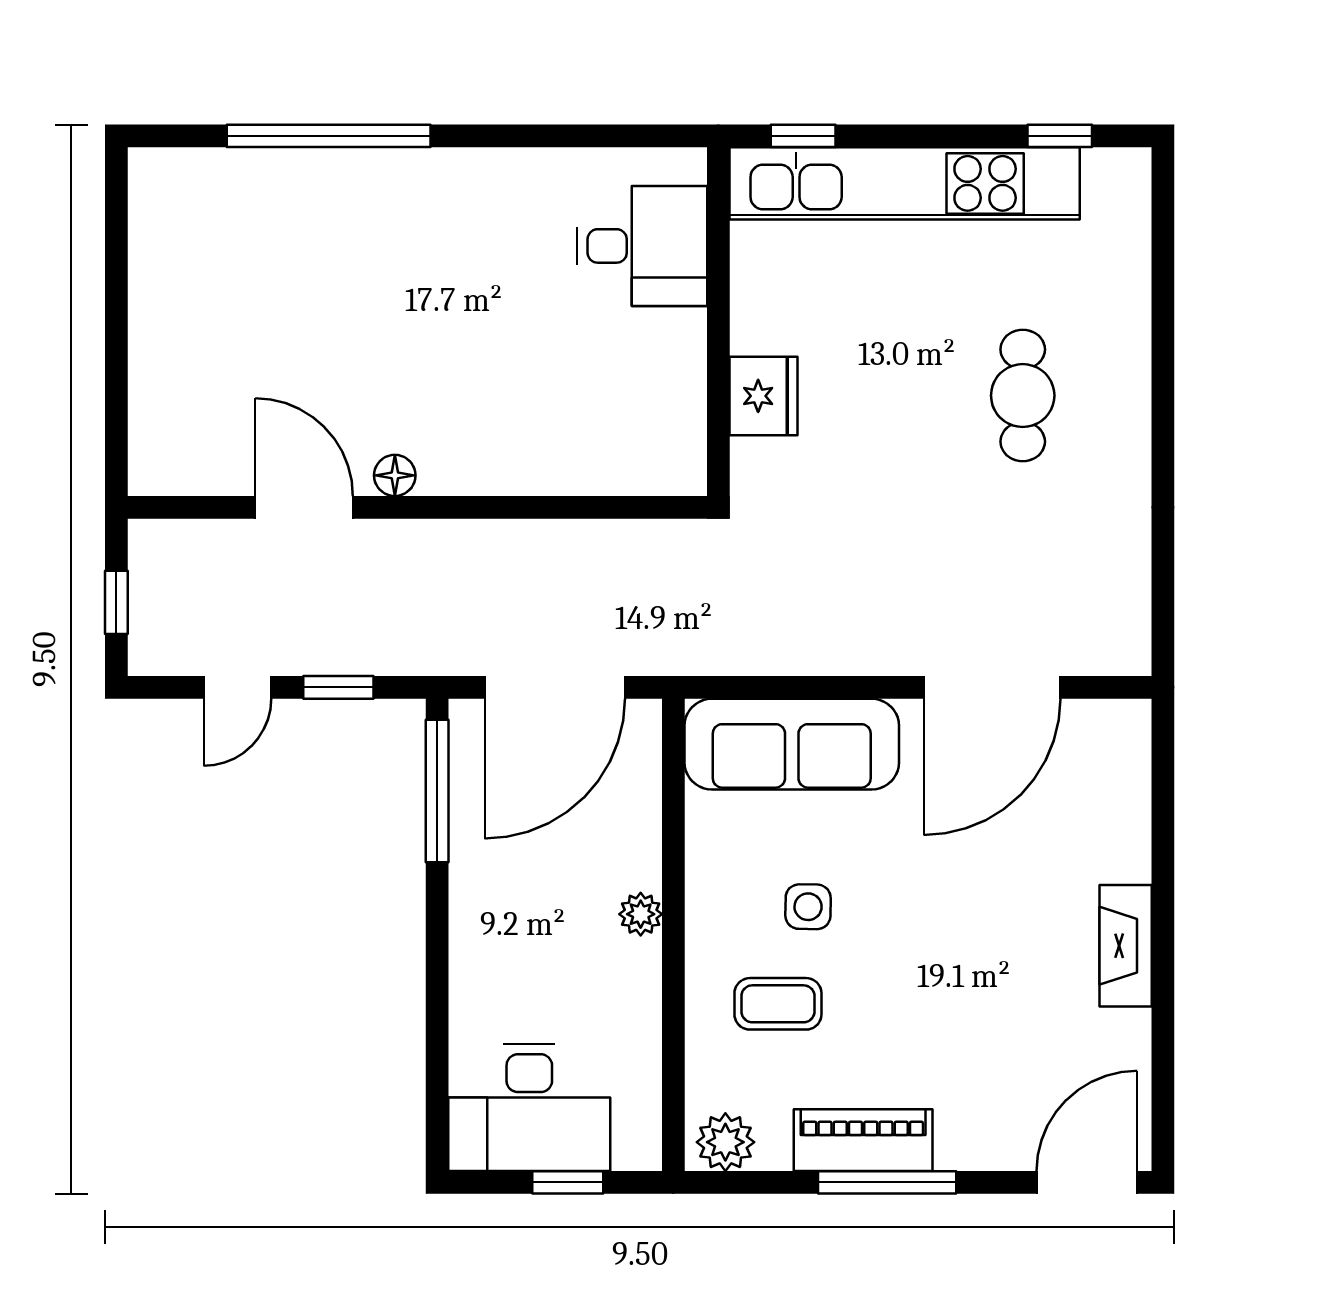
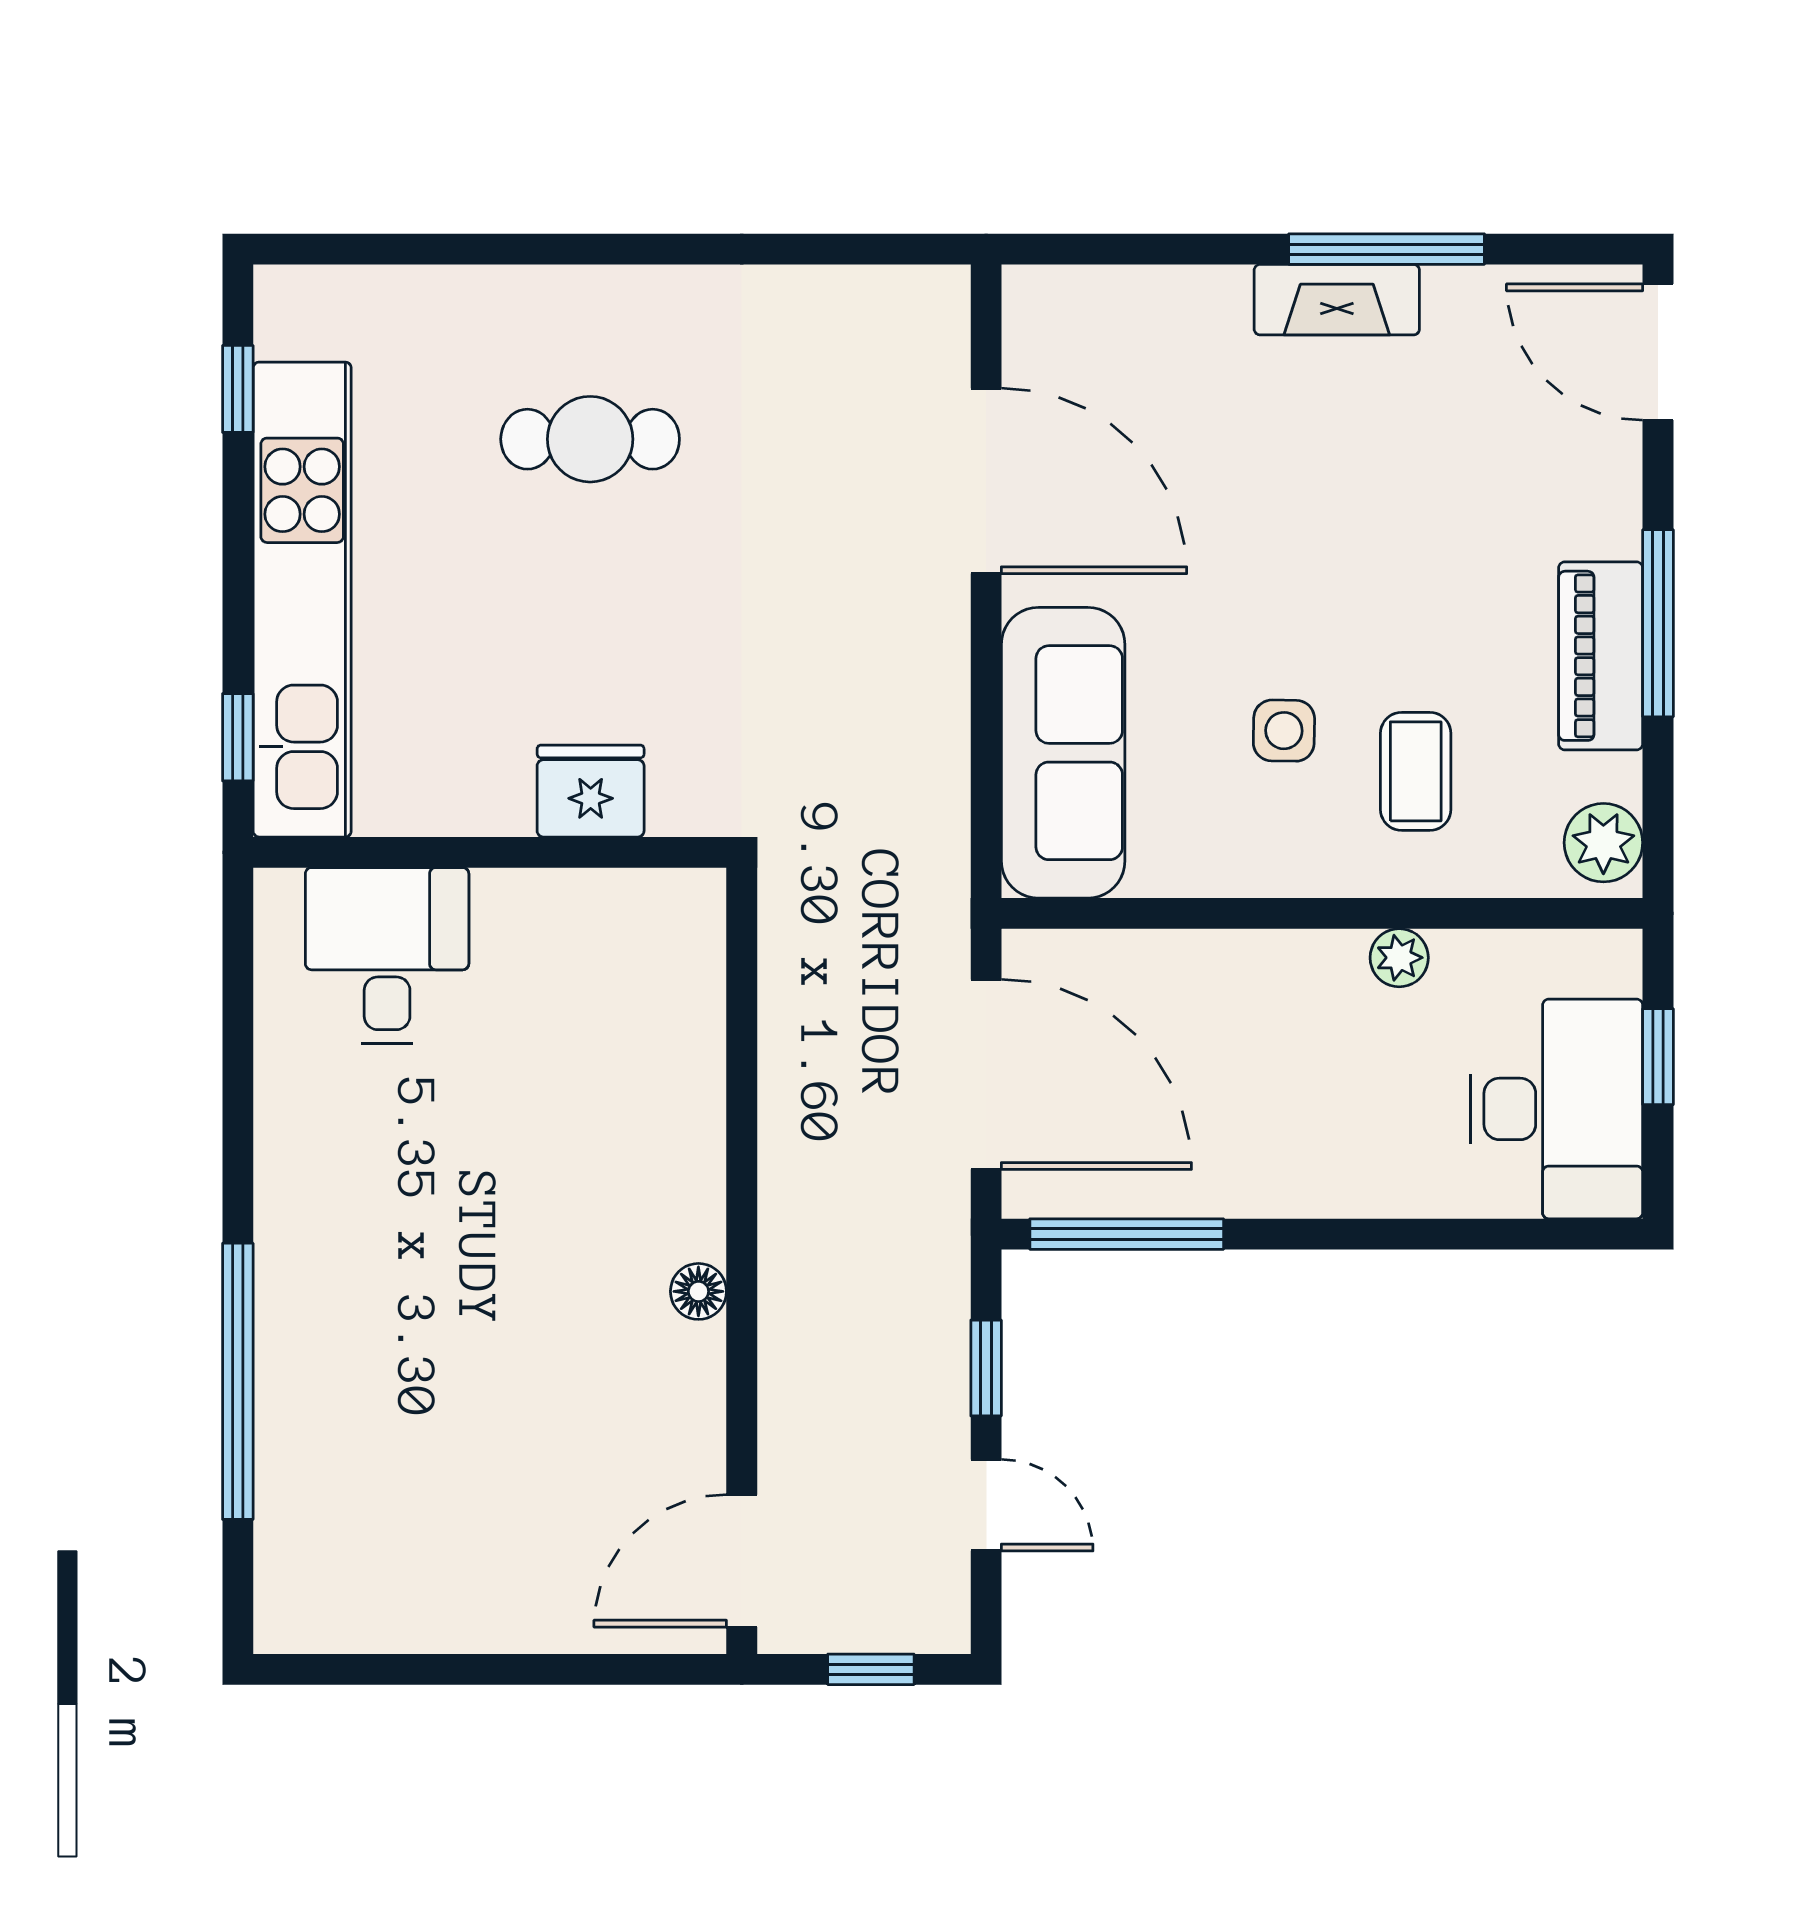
door: (304, 507) -> (742, 1561), moved
plant: (641, 914) -> (1399, 958), moved
window: (1163, 982) -> (1387, 249), added

